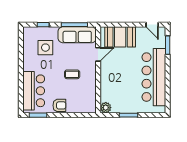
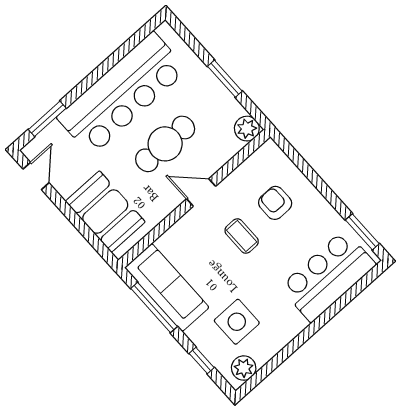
plant: (28, 36) -> (244, 368), added
door: (98, 54) -> (201, 192), moved
cafe table: (125, 76) -> (165, 144), added
armchair: (59, 105) -> (275, 203), moved

